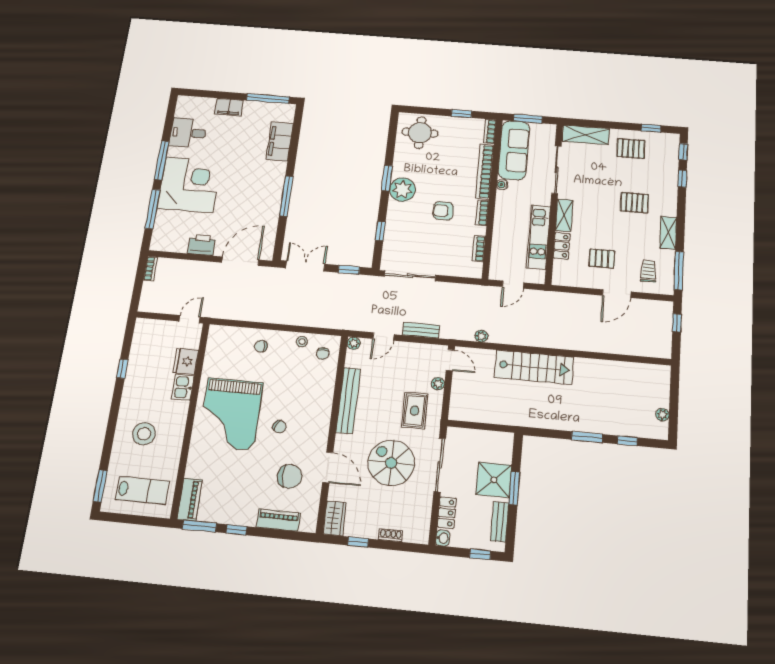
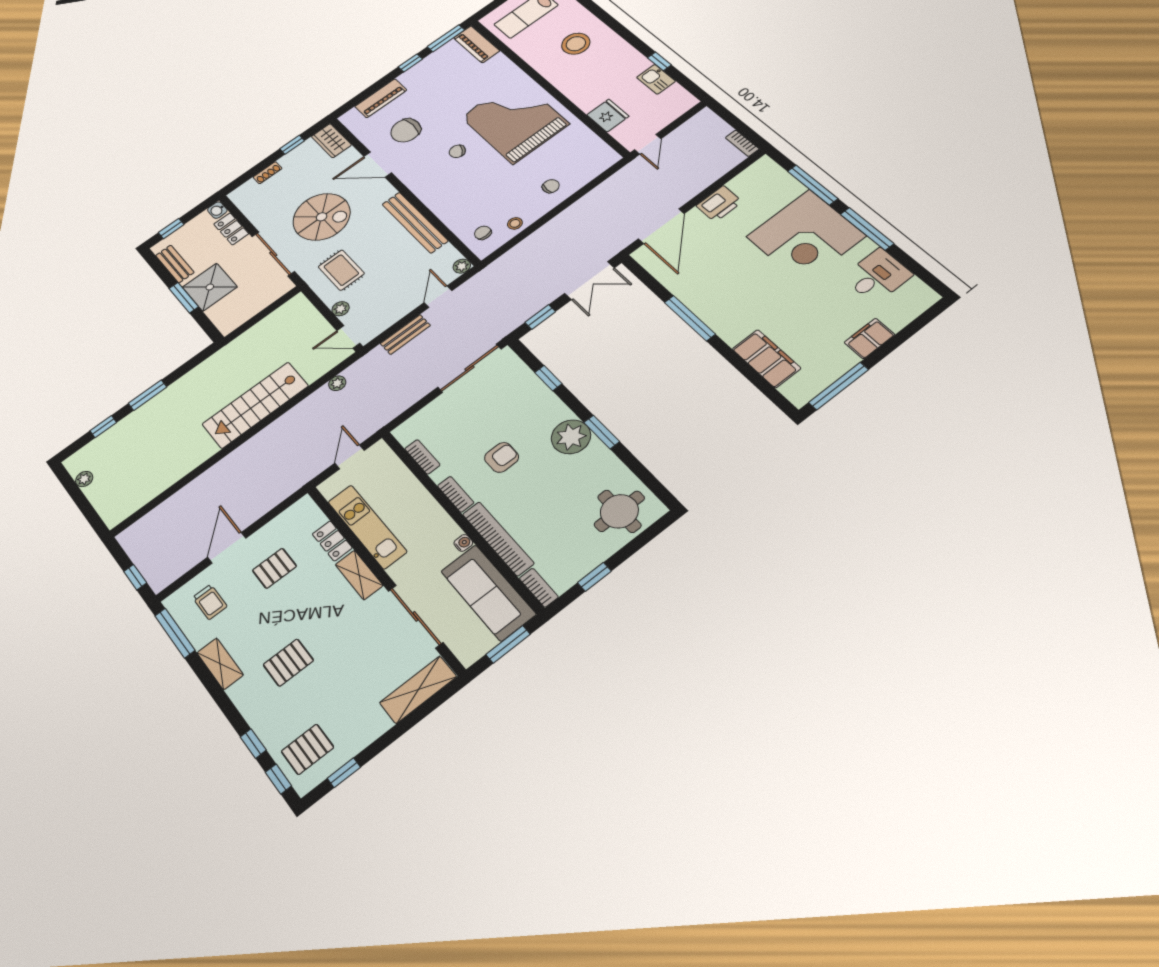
pallet: (631, 149) -> (308, 749), moved
kitchen sink: (183, 387) -> (656, 79), moved, turned 180

